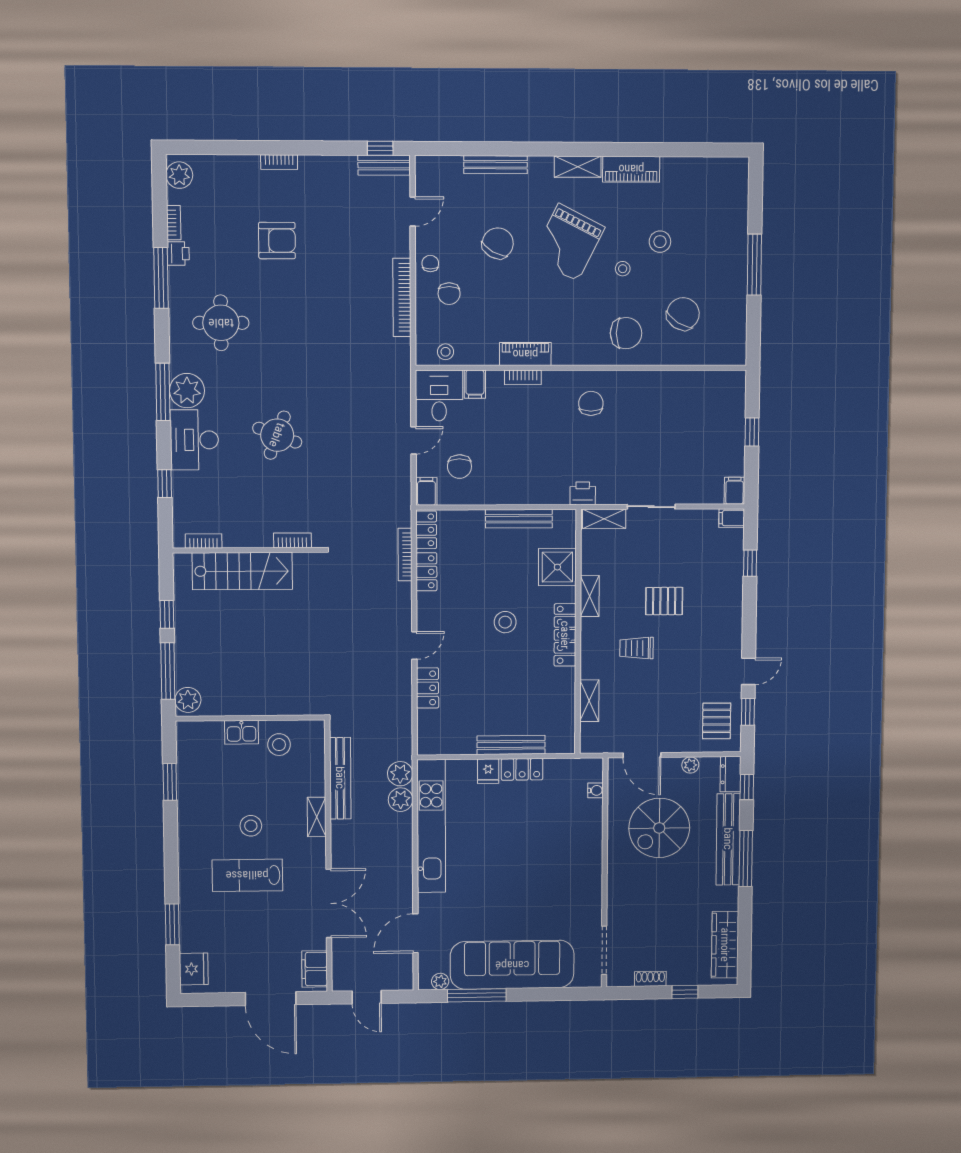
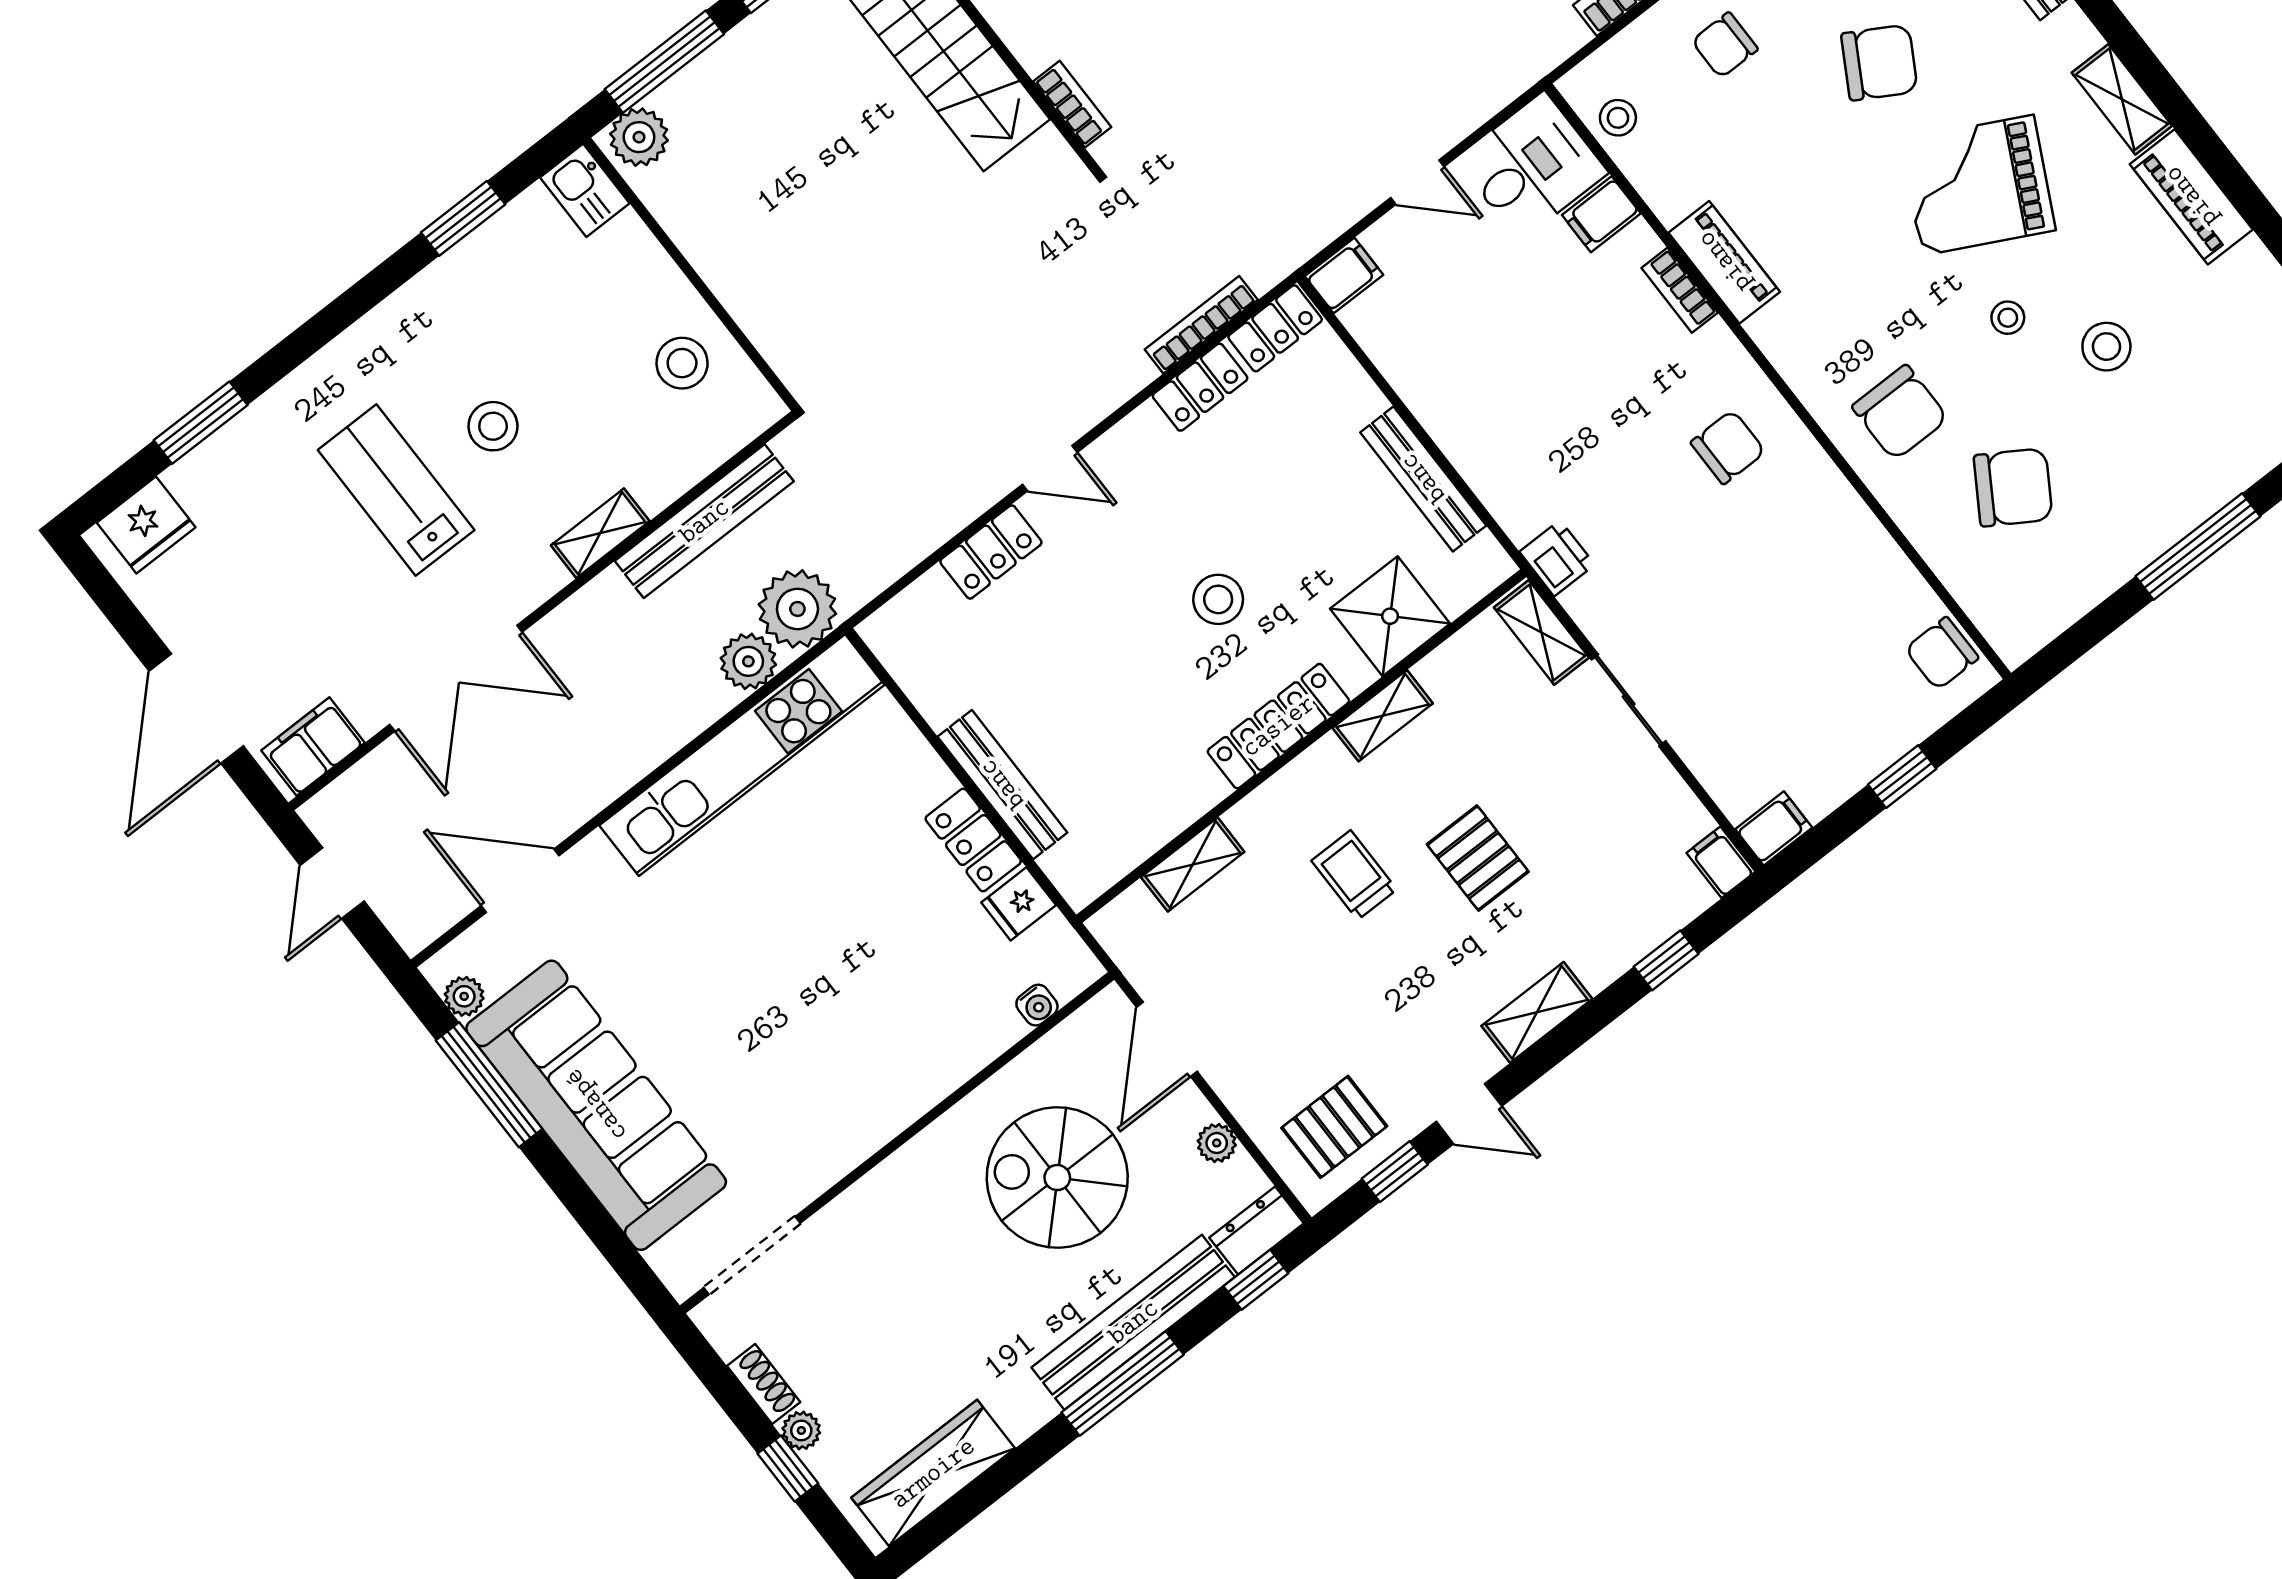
chair: (459, 467) -> (1942, 653), moved
shelving: (733, 622) -> (1537, 1012), added
kitchen sink: (242, 732) -> (585, 190), moved
fridge: (488, 771) -> (1019, 904), moved
plant: (400, 774) -> (797, 609), width x1.36, depth x1.36
plant: (676, 978) -> (801, 1430), added

